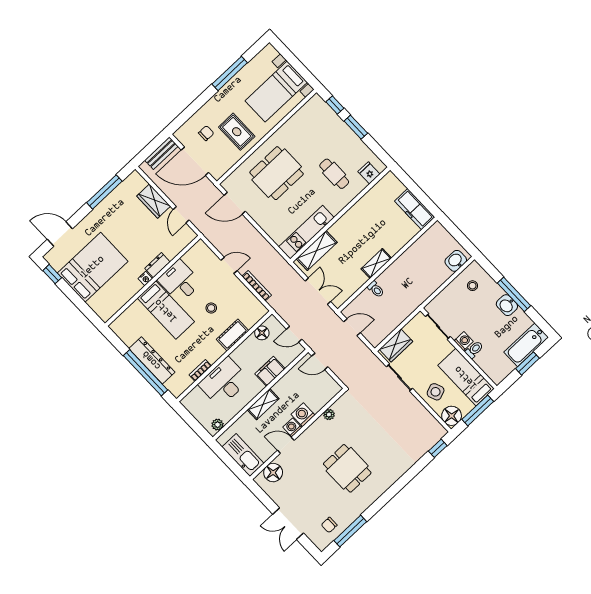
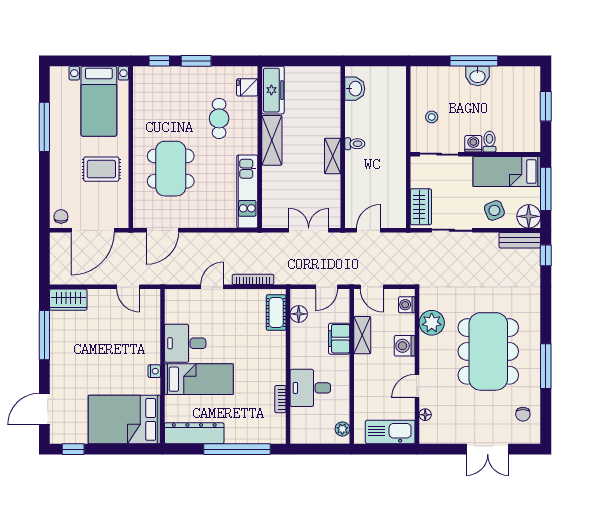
chair: (206, 133) -> (61, 216), moved
bench: (161, 153) -> (520, 240), moved, turned 90
cafe table: (334, 174) -> (219, 118), turned 90
wardrobe: (154, 201) -> (68, 300), moved
freezer: (415, 209) -> (273, 90), moved, turned -90
shelving: (317, 251) -> (272, 140), moved
washbasin: (456, 261) -> (355, 89), moved, turned 180
dresser: (157, 265) -> (153, 349), removed
bed: (93, 267) -> (124, 419), moved, turned -90
stool: (473, 286) -> (432, 117), moved
toilet: (376, 289) -> (355, 144), moved
stool: (211, 308) -> (235, 338), removed
cot: (232, 335) -> (276, 313), moved
bathtub: (526, 345) -> (528, 92), removed
dresser: (152, 360) -> (194, 433), moved
door: (320, 361) -> (372, 287), hinge flipped
desk: (224, 382) -> (310, 388), width x0.73
shelving: (263, 404) -> (362, 335), moved
plant: (329, 414) -> (432, 323), width x1.88, depth x1.88
washing machine: (292, 427) -> (407, 305), moved
dining table: (347, 468) -> (488, 351), width x1.88, depth x1.24
floor lamp: (273, 473) -> (425, 415), width x0.53, depth x0.53
window: (350, 531) -> (546, 366), moved

